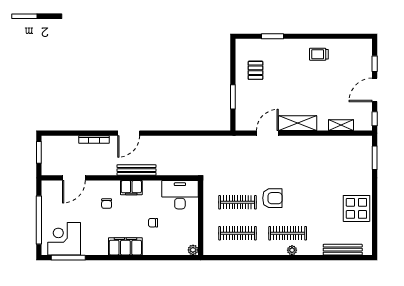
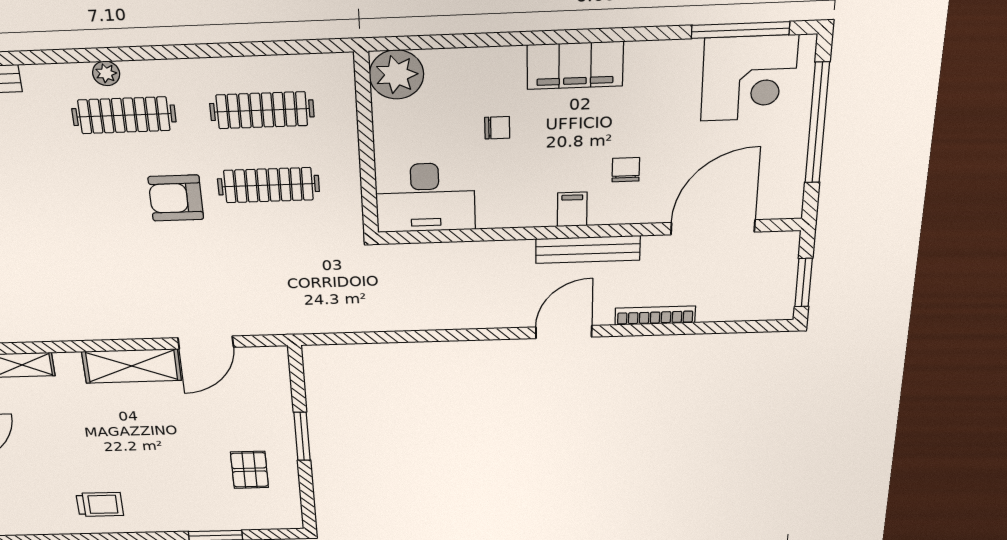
window: (233, 97) -> (302, 436), moved
bench: (137, 170) -> (588, 249), moved
door: (74, 178) -> (713, 227), width x1.36
filing cabinet: (131, 188) -> (572, 209), width x0.50
plant: (193, 250) -> (396, 75), width x1.87, depth x1.87

